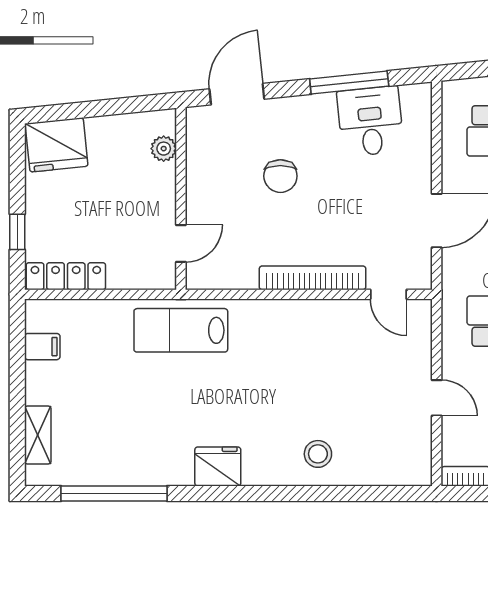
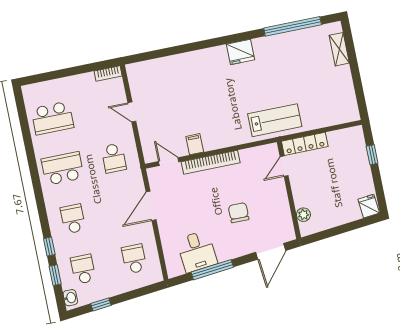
fridge: (57, 145) -> (369, 206), width x0.53, depth x0.75
locker: (66, 276) -> (305, 144), moved
filing cabinet: (42, 347) -> (195, 144), moved, turned 90
stool: (318, 454) -> (189, 69), removed

